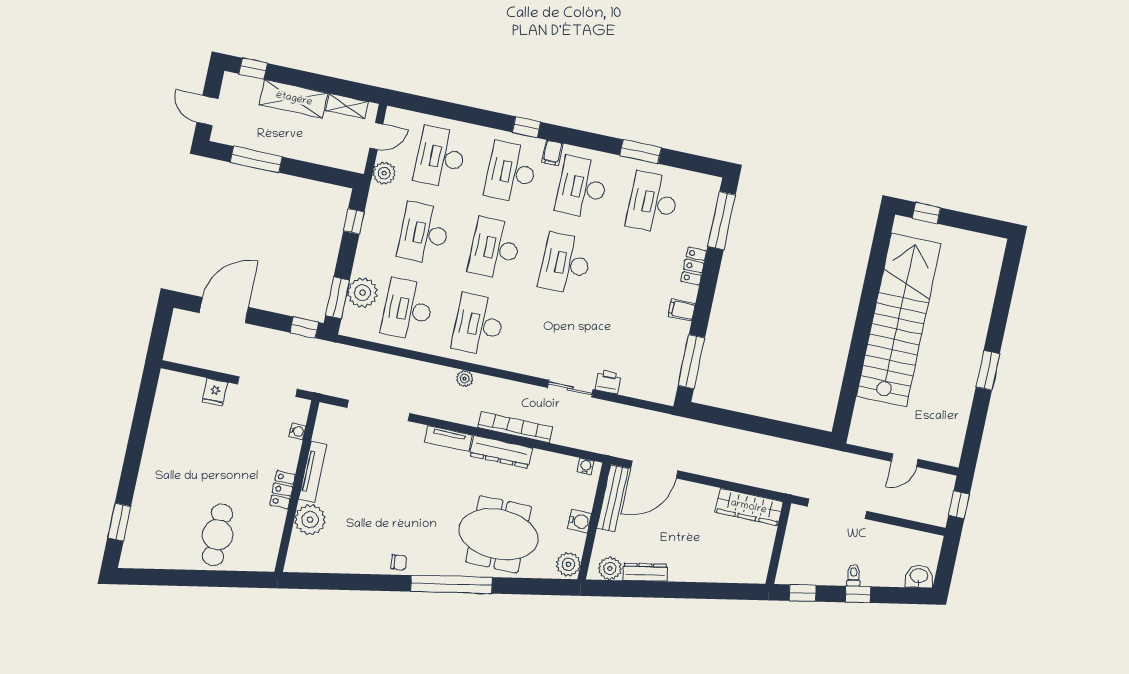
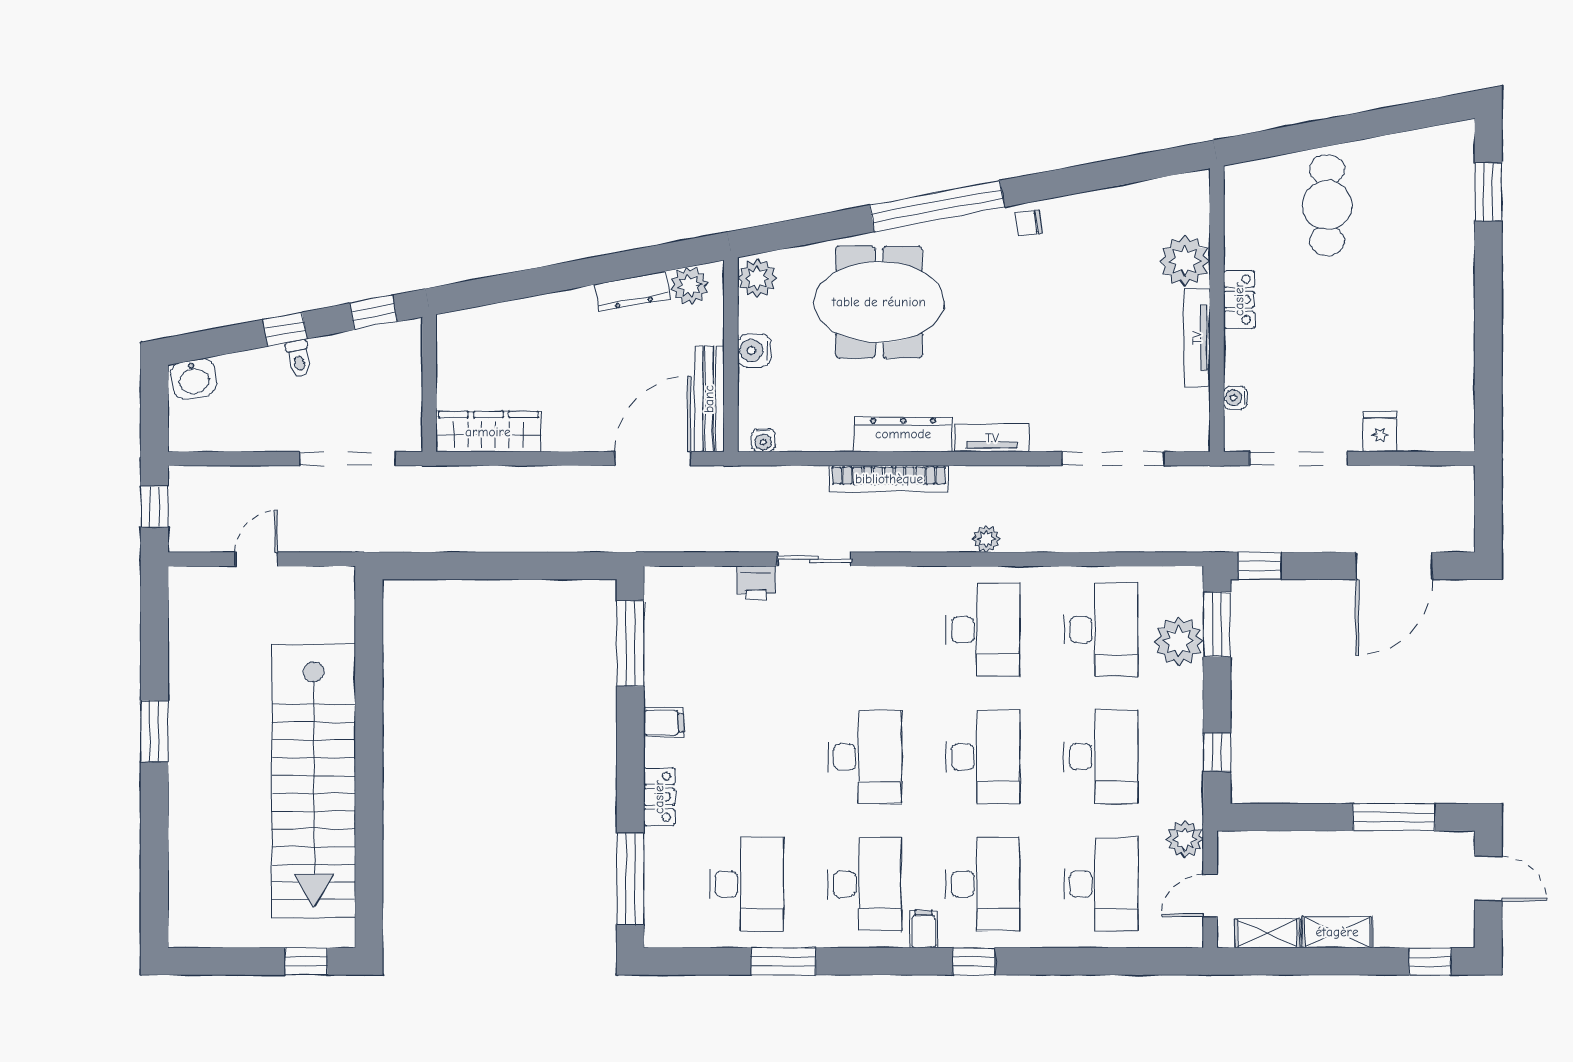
shelving: (294, 99) -> (1337, 932), width x0.67, depth x0.75

